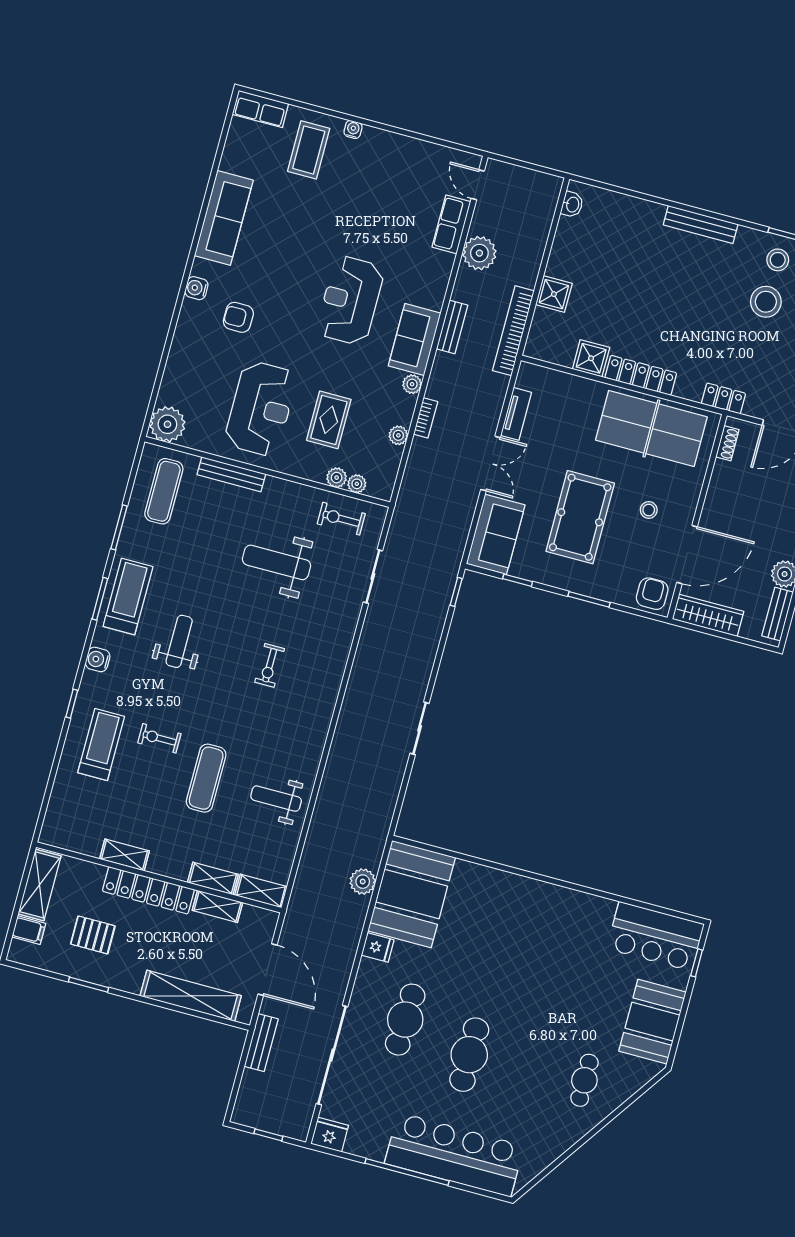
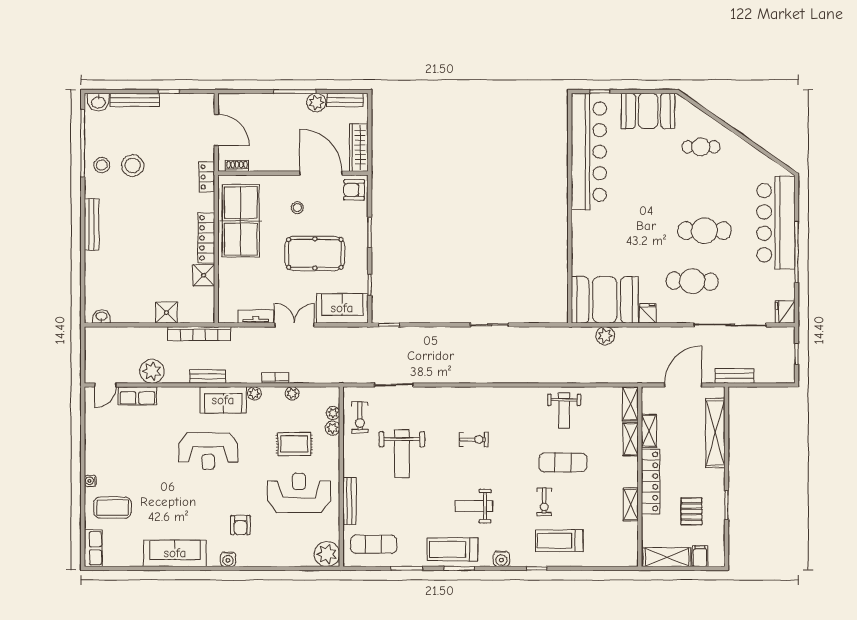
bar counter: (655, 936) -> (589, 152), width x1.86

